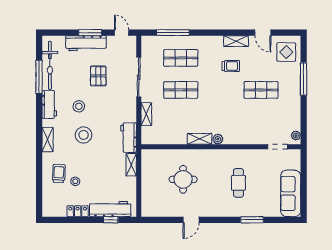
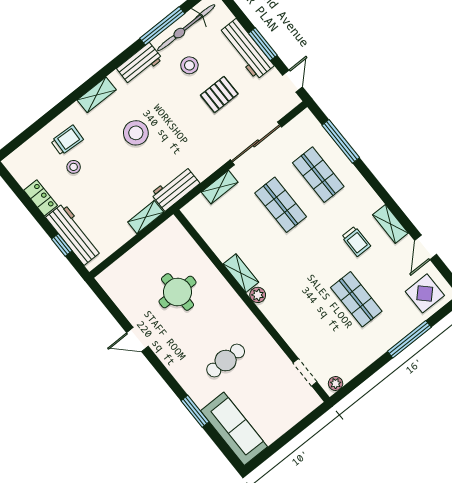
stool: (79, 106) -> (189, 65), moved
sofa: (291, 193) -> (234, 429), moved, turned 90

